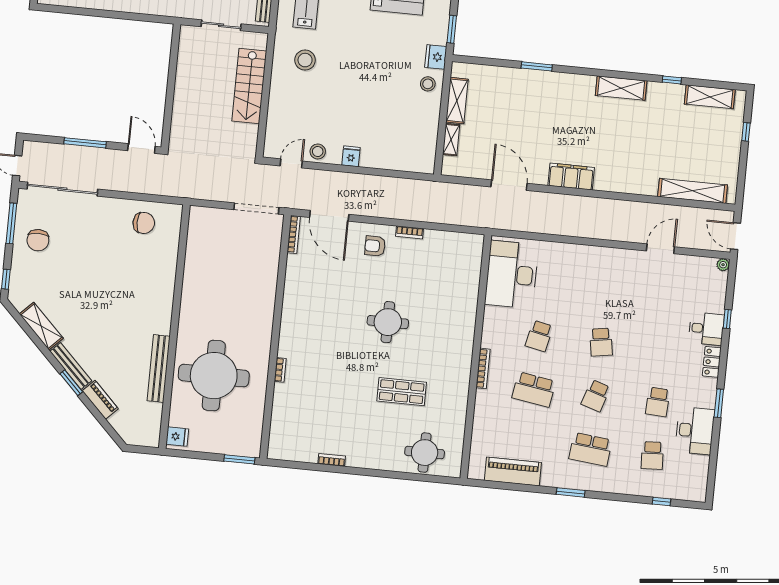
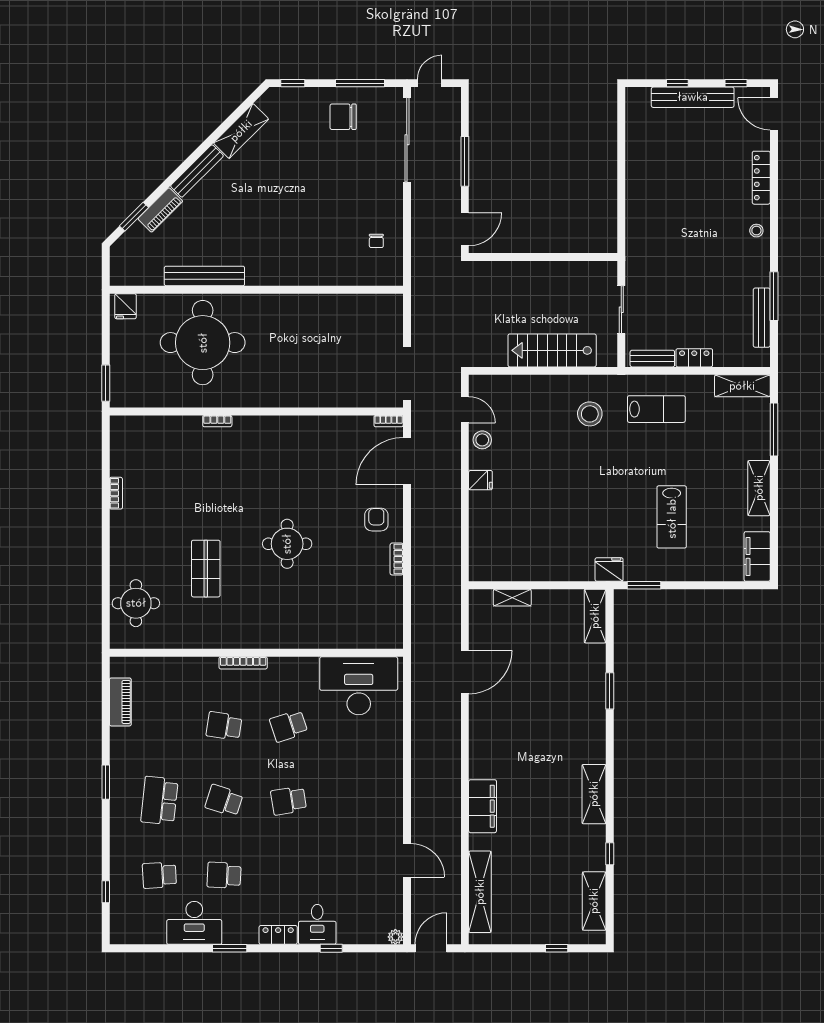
stool: (428, 84) -> (576, 563), removed
shelving: (457, 101) -> (595, 616), moved, turned 90
filing cabinet: (571, 177) -> (483, 806), moved
chair: (144, 223) -> (376, 241), width x0.54, depth x0.54
bookcase: (294, 234) -> (389, 421), width x0.64
school desk: (539, 336) -> (289, 726), turned -30
window: (71, 383) -> (134, 217), moved
school desk: (534, 390) -> (224, 726), width x0.54
piano: (513, 471) -> (120, 702), width x0.73, depth x0.75

